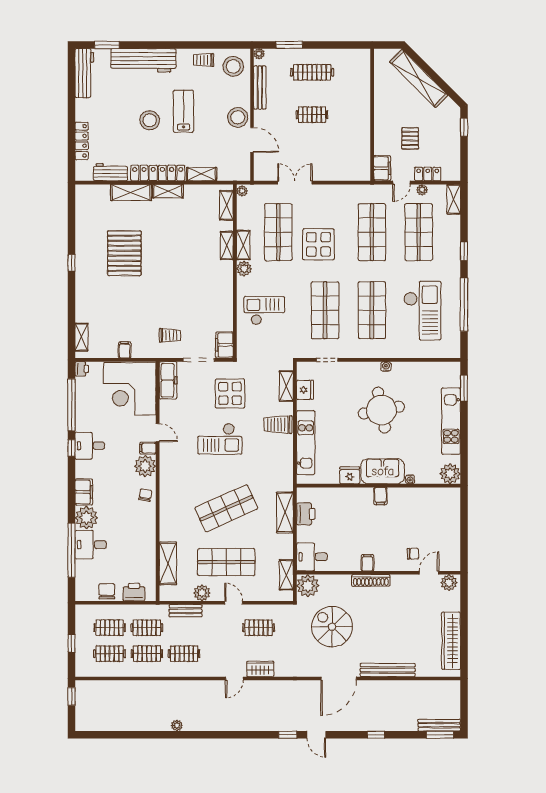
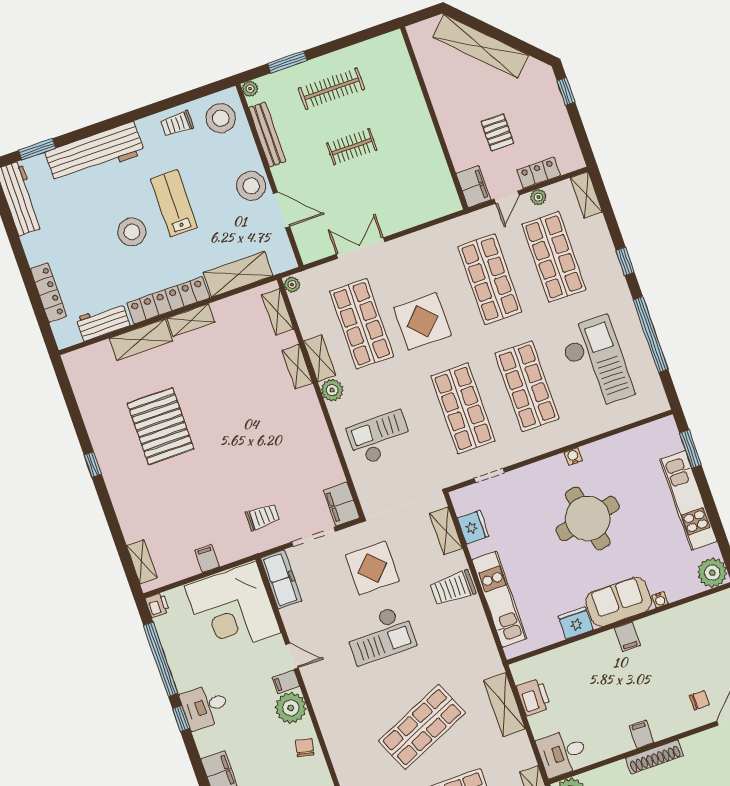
shelving: (202, 174) -> (238, 274), width x1.50, depth x1.33

